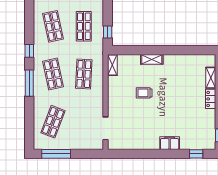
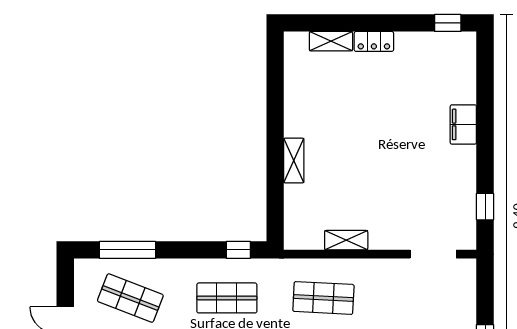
shelving: (112, 65) -> (346, 240), moved
trolley: (144, 93) -> (362, 176), removed
window: (196, 154) -> (485, 207), moved

